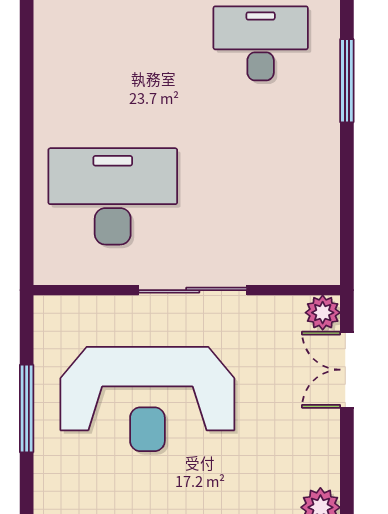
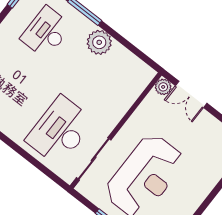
plant: (314, 146) -> (99, 42), added
sliding door: (193, 290) -> (94, 159), moved

